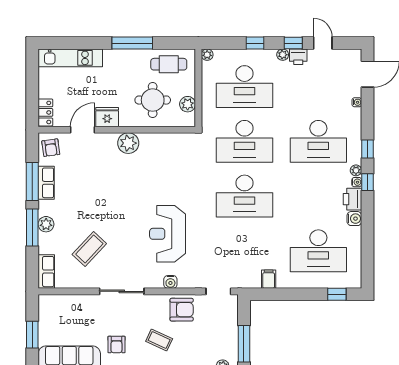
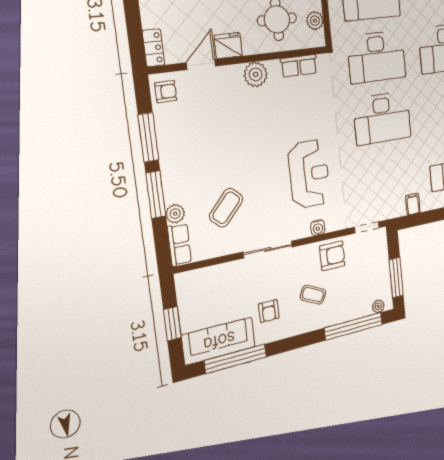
armchair: (51, 148) -> (166, 92), turned -82
row of seats: (46, 183) -> (299, 66), moved, turned 90
plant: (46, 224) -> (175, 214), moved
reception desk: (168, 234) -> (309, 174), turned 180

